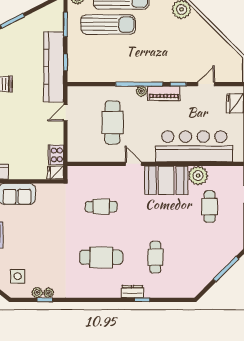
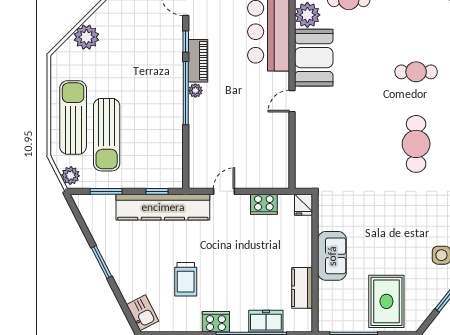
sun lounger: (108, 25) -> (107, 135), turned 180
door: (65, 113) -> (224, 191), swing flipped
cafe table: (112, 123) -> (237, 129), removed
cooker: (56, 155) -> (264, 204), moved
cafe table: (101, 207) -> (349, 144), removed

